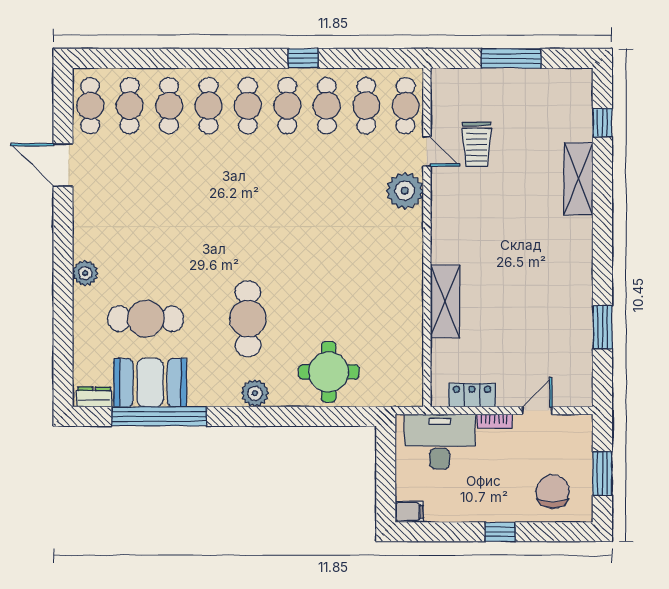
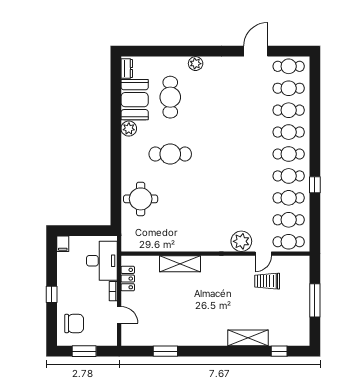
plant: (255, 393) -> (129, 129), moved
window: (159, 416) -> (116, 105), removed

